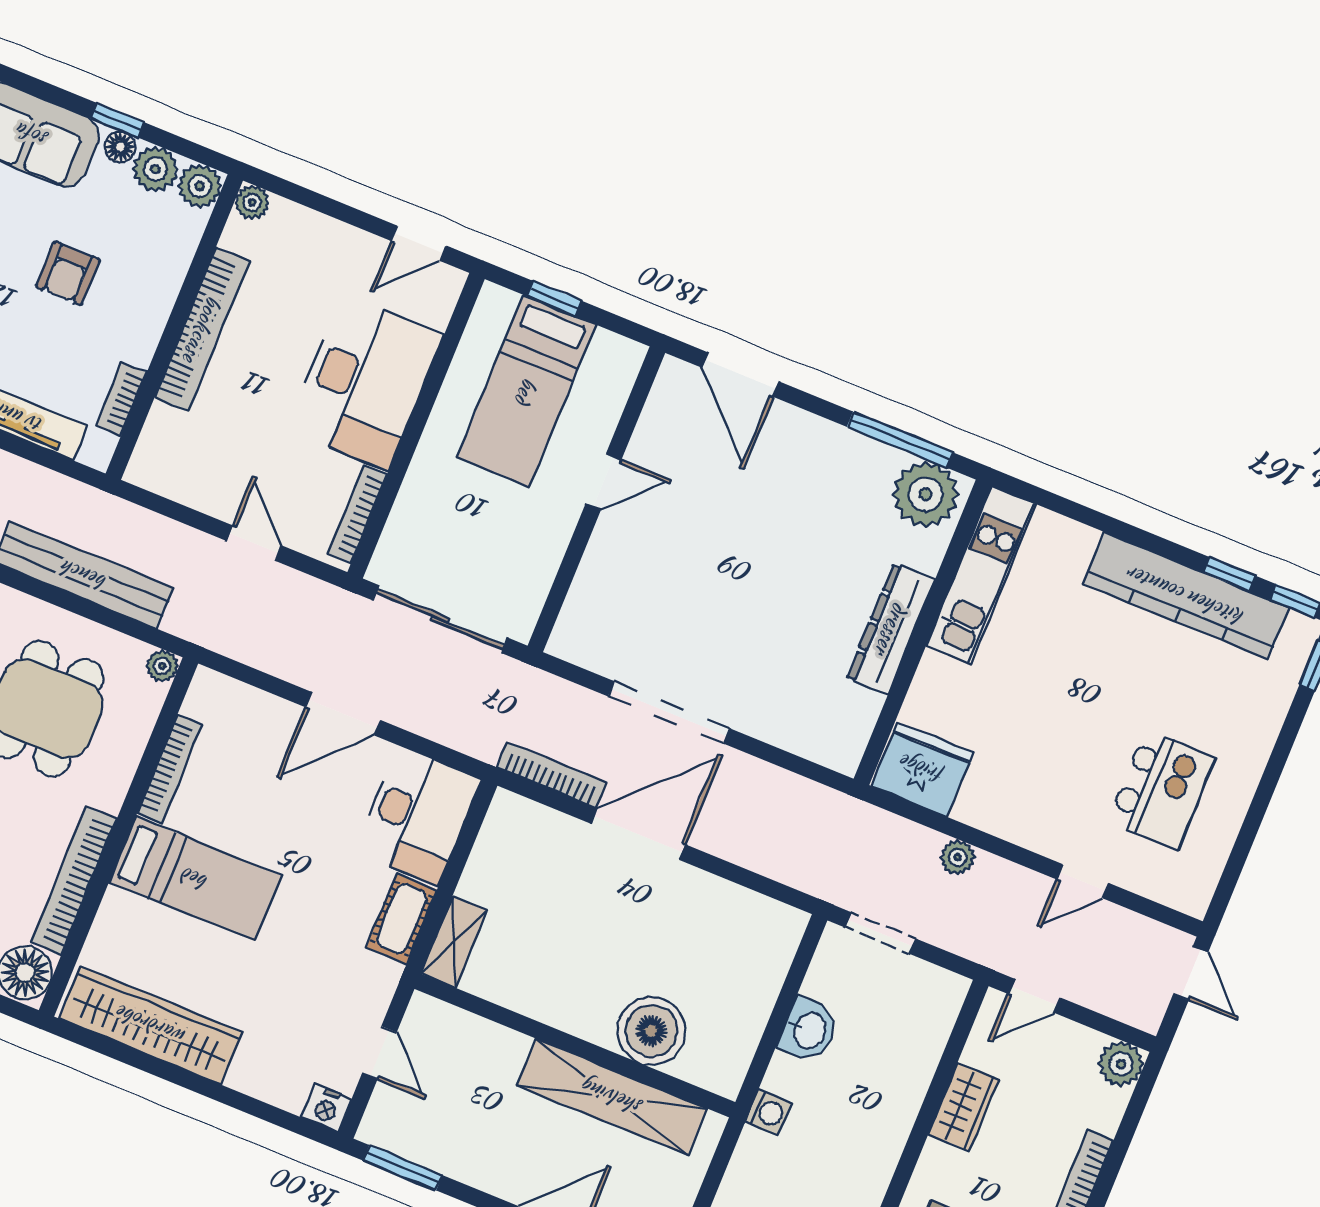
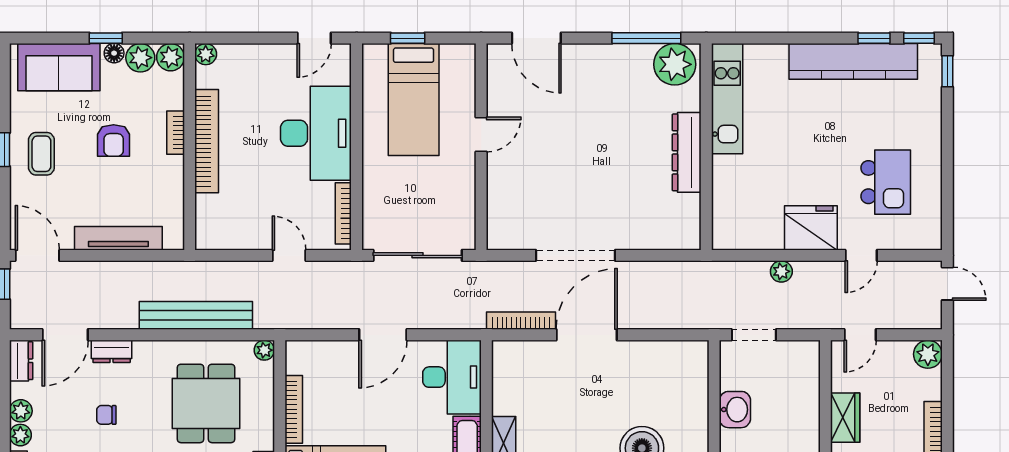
bookcase: (121, 399) -> (176, 133), moved
fridge: (922, 769) -> (811, 228), moved

